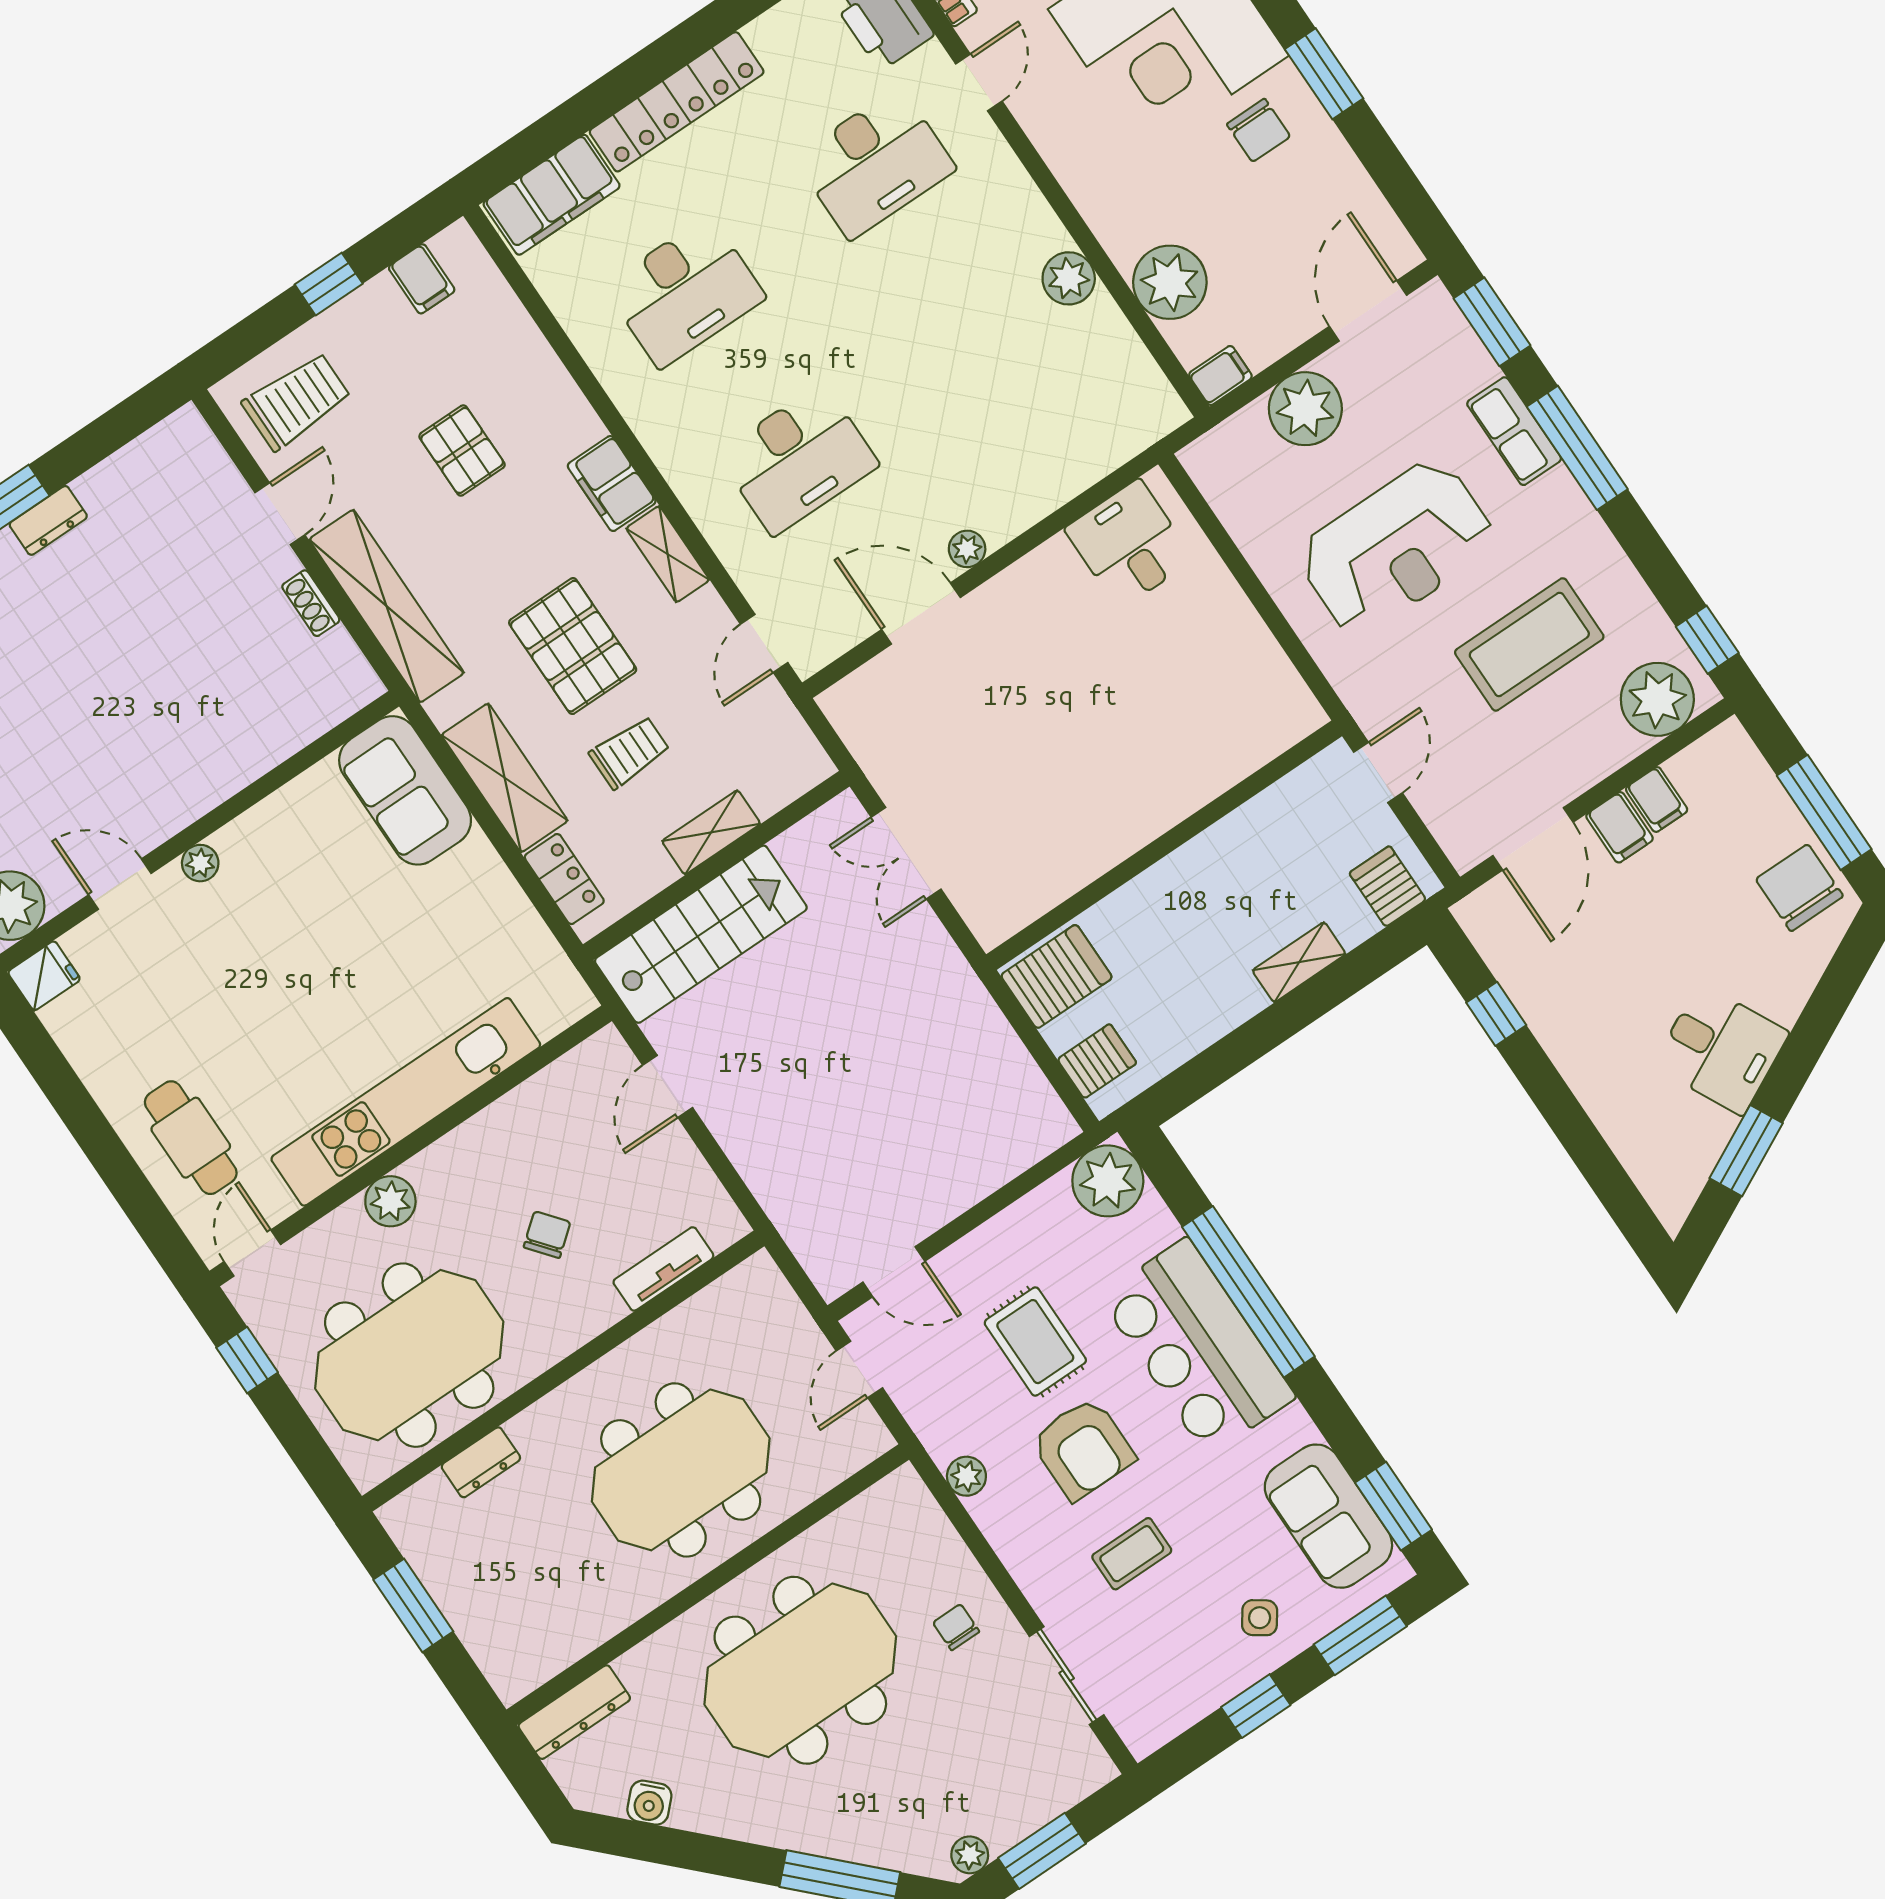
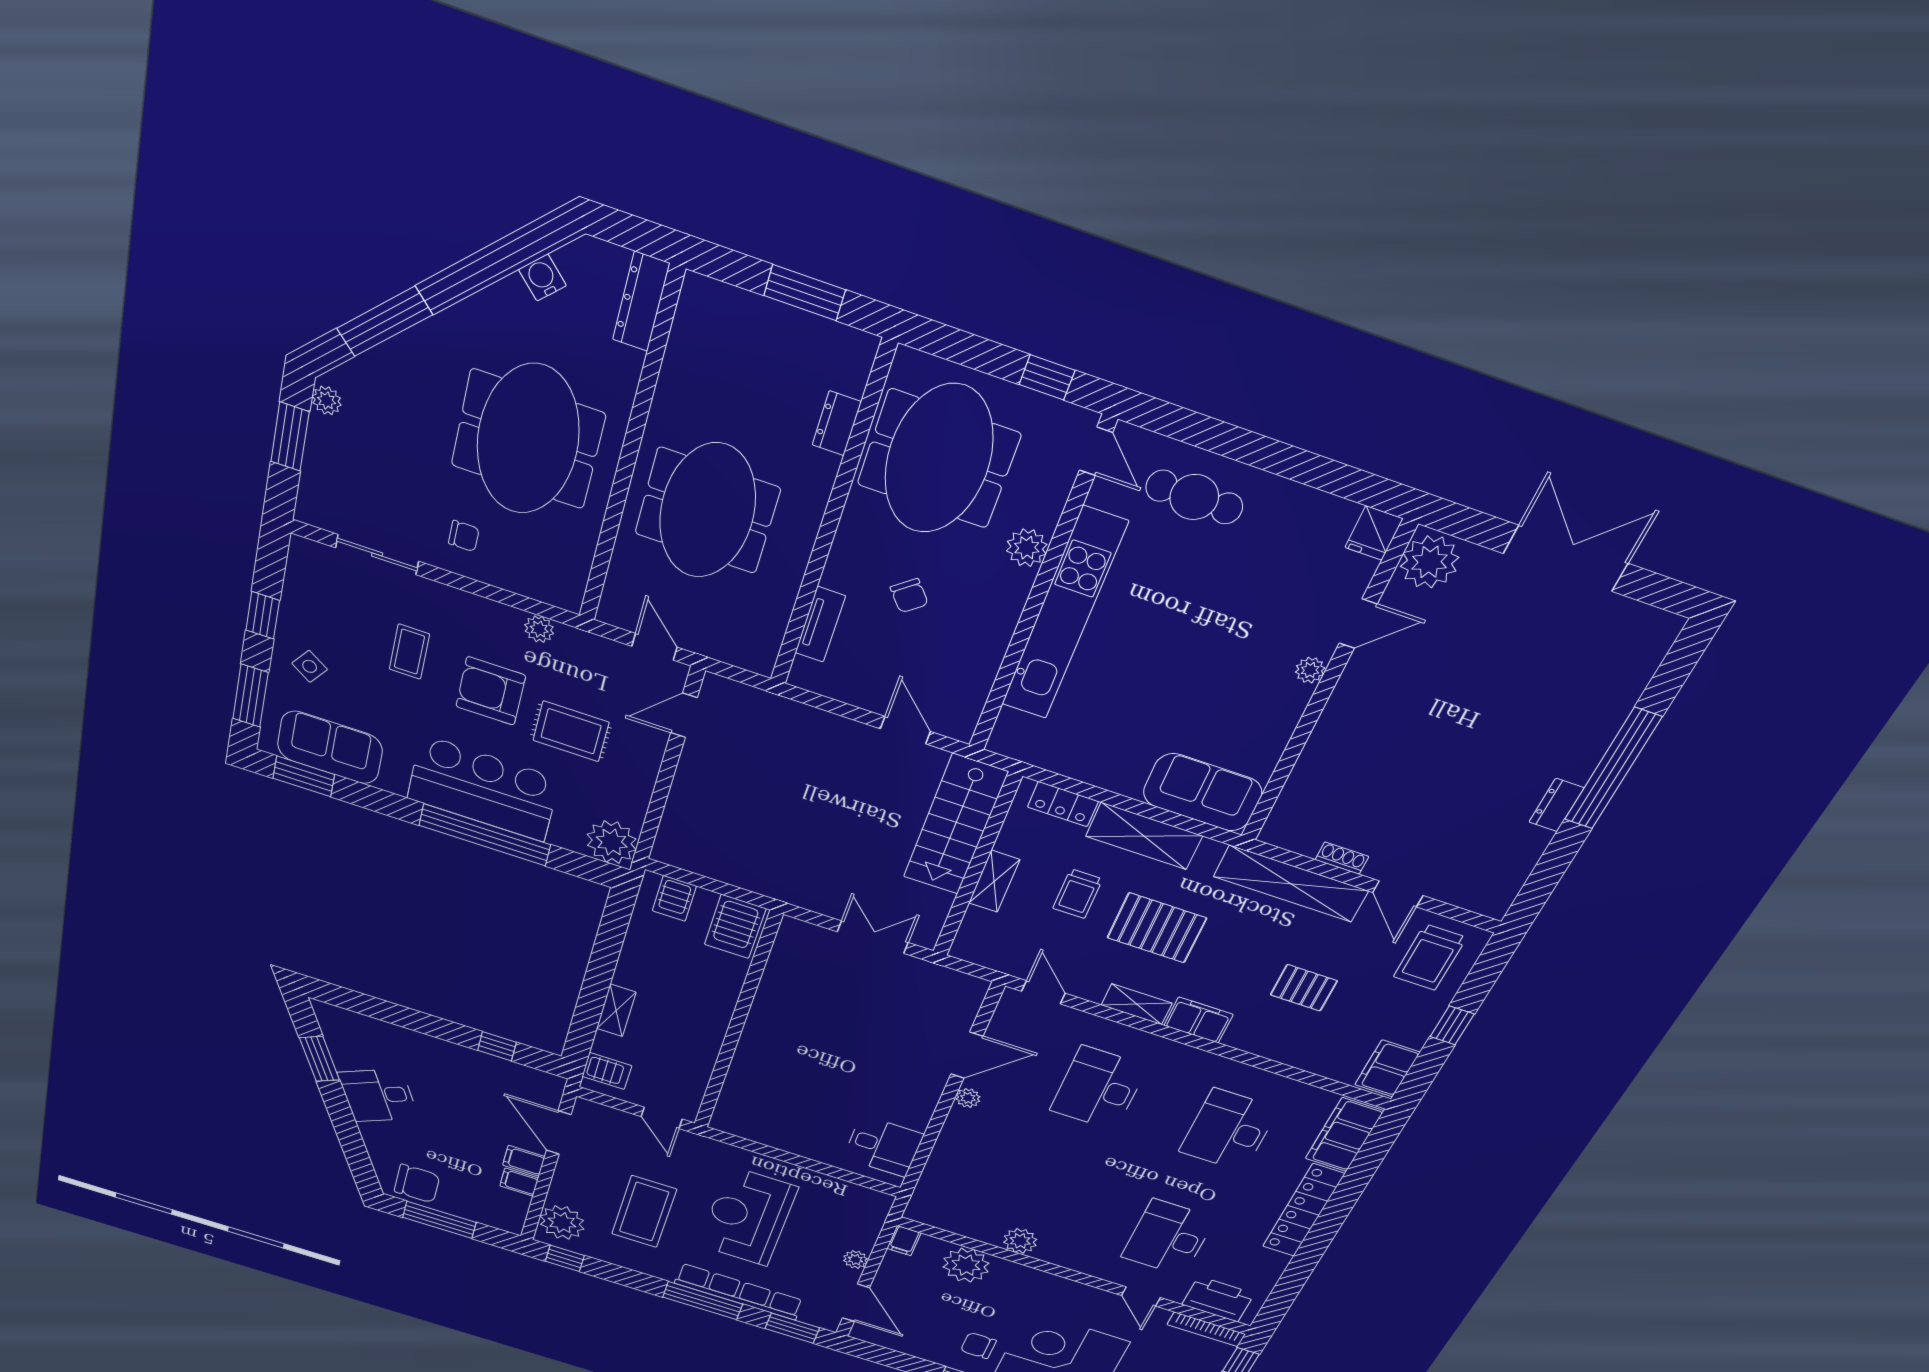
filing cabinet: (422, 279) -> (1387, 1068), width x2.00
plant: (1305, 409) -> (855, 1260), width x0.53, depth x0.53
row of seats: (1514, 431) -> (739, 1292), width x2.02

